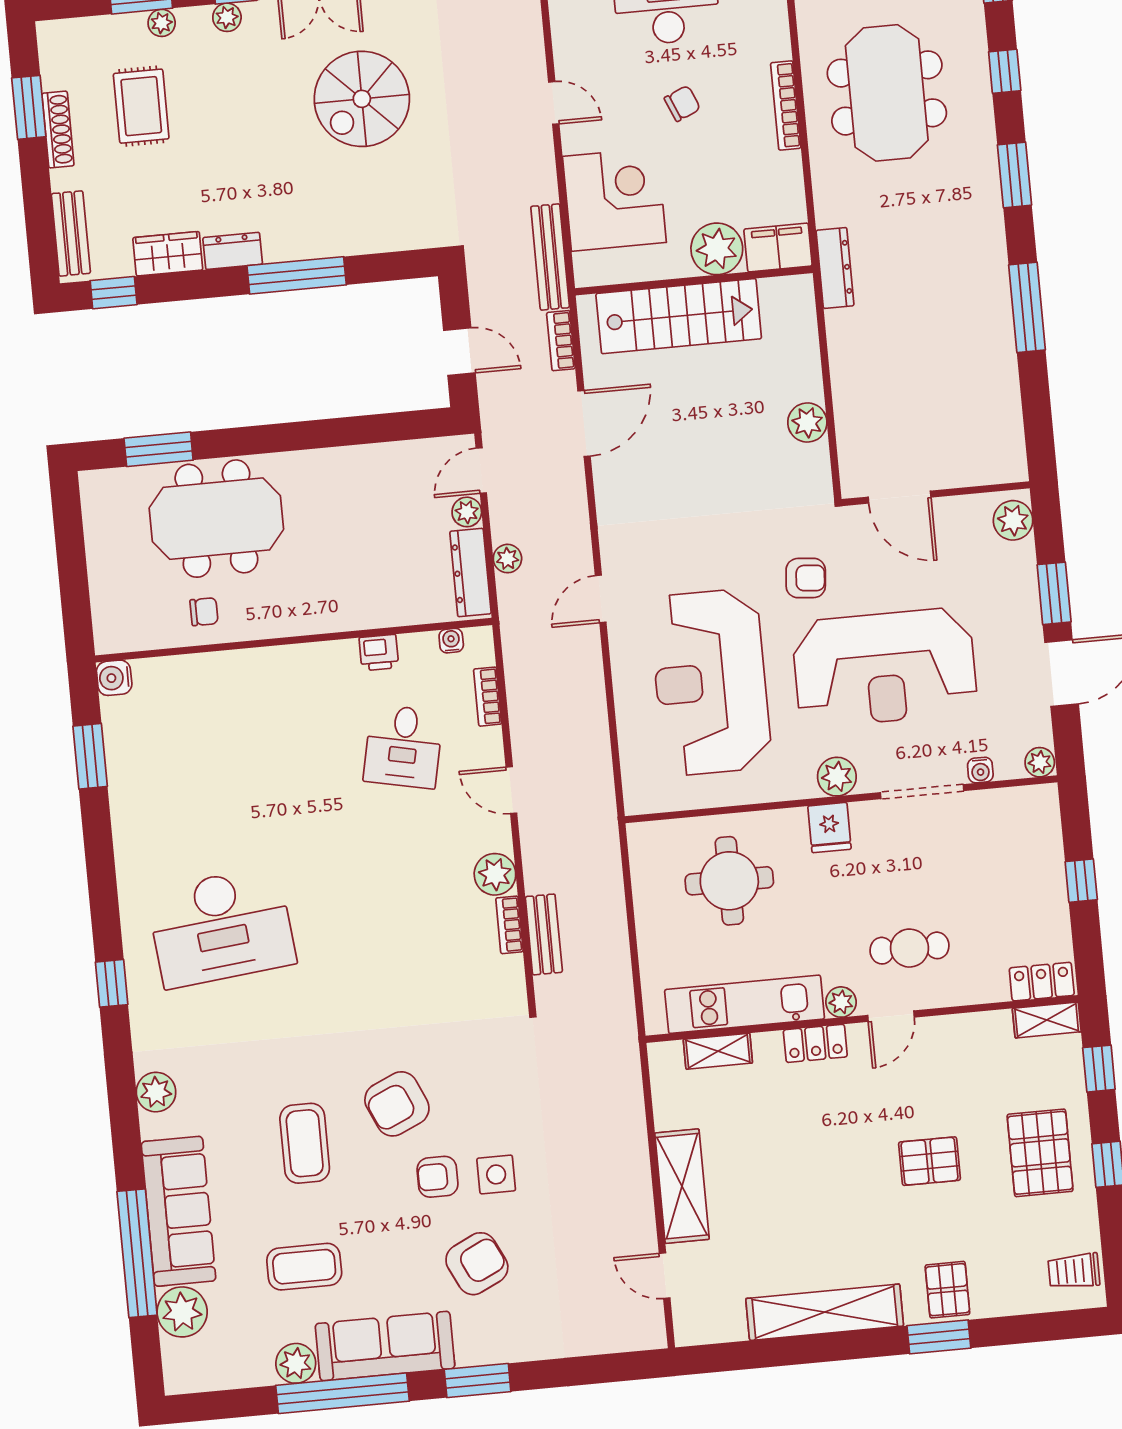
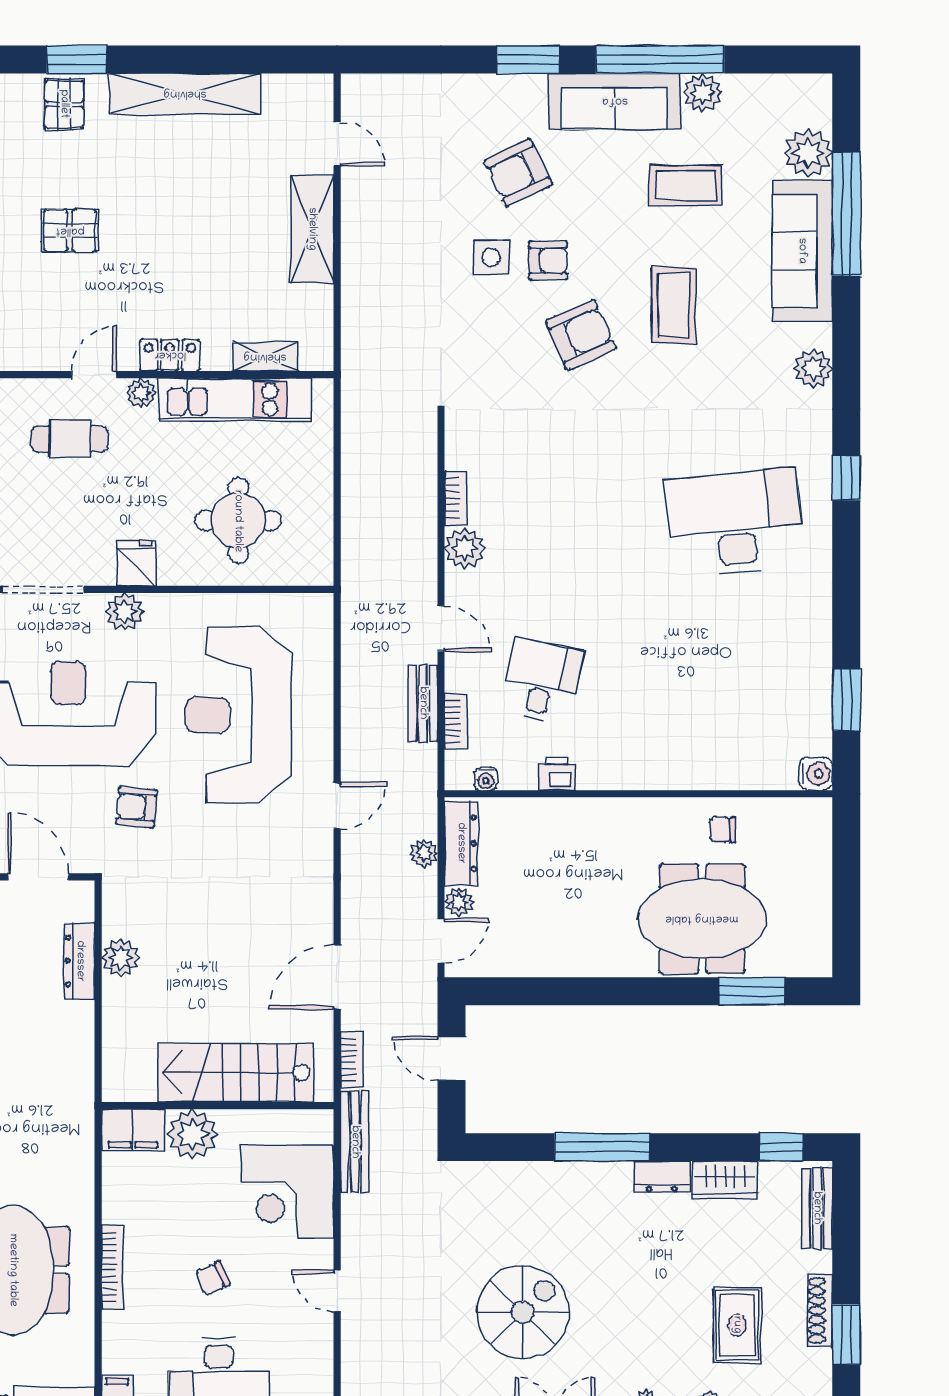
dresser: (835, 268) -> (80, 961), moved
reception desk: (710, 682) -> (238, 715), turned 180
bench: (544, 934) -> (423, 703), moved

